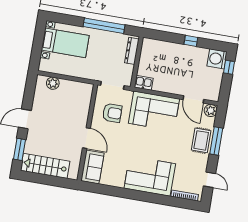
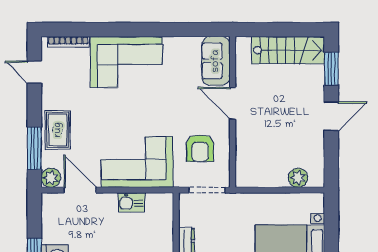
kitchen sink: (144, 83) -> (131, 202), moved
armchair: (112, 113) -> (200, 148), turned -90
window: (216, 141) -> (34, 148), moved

